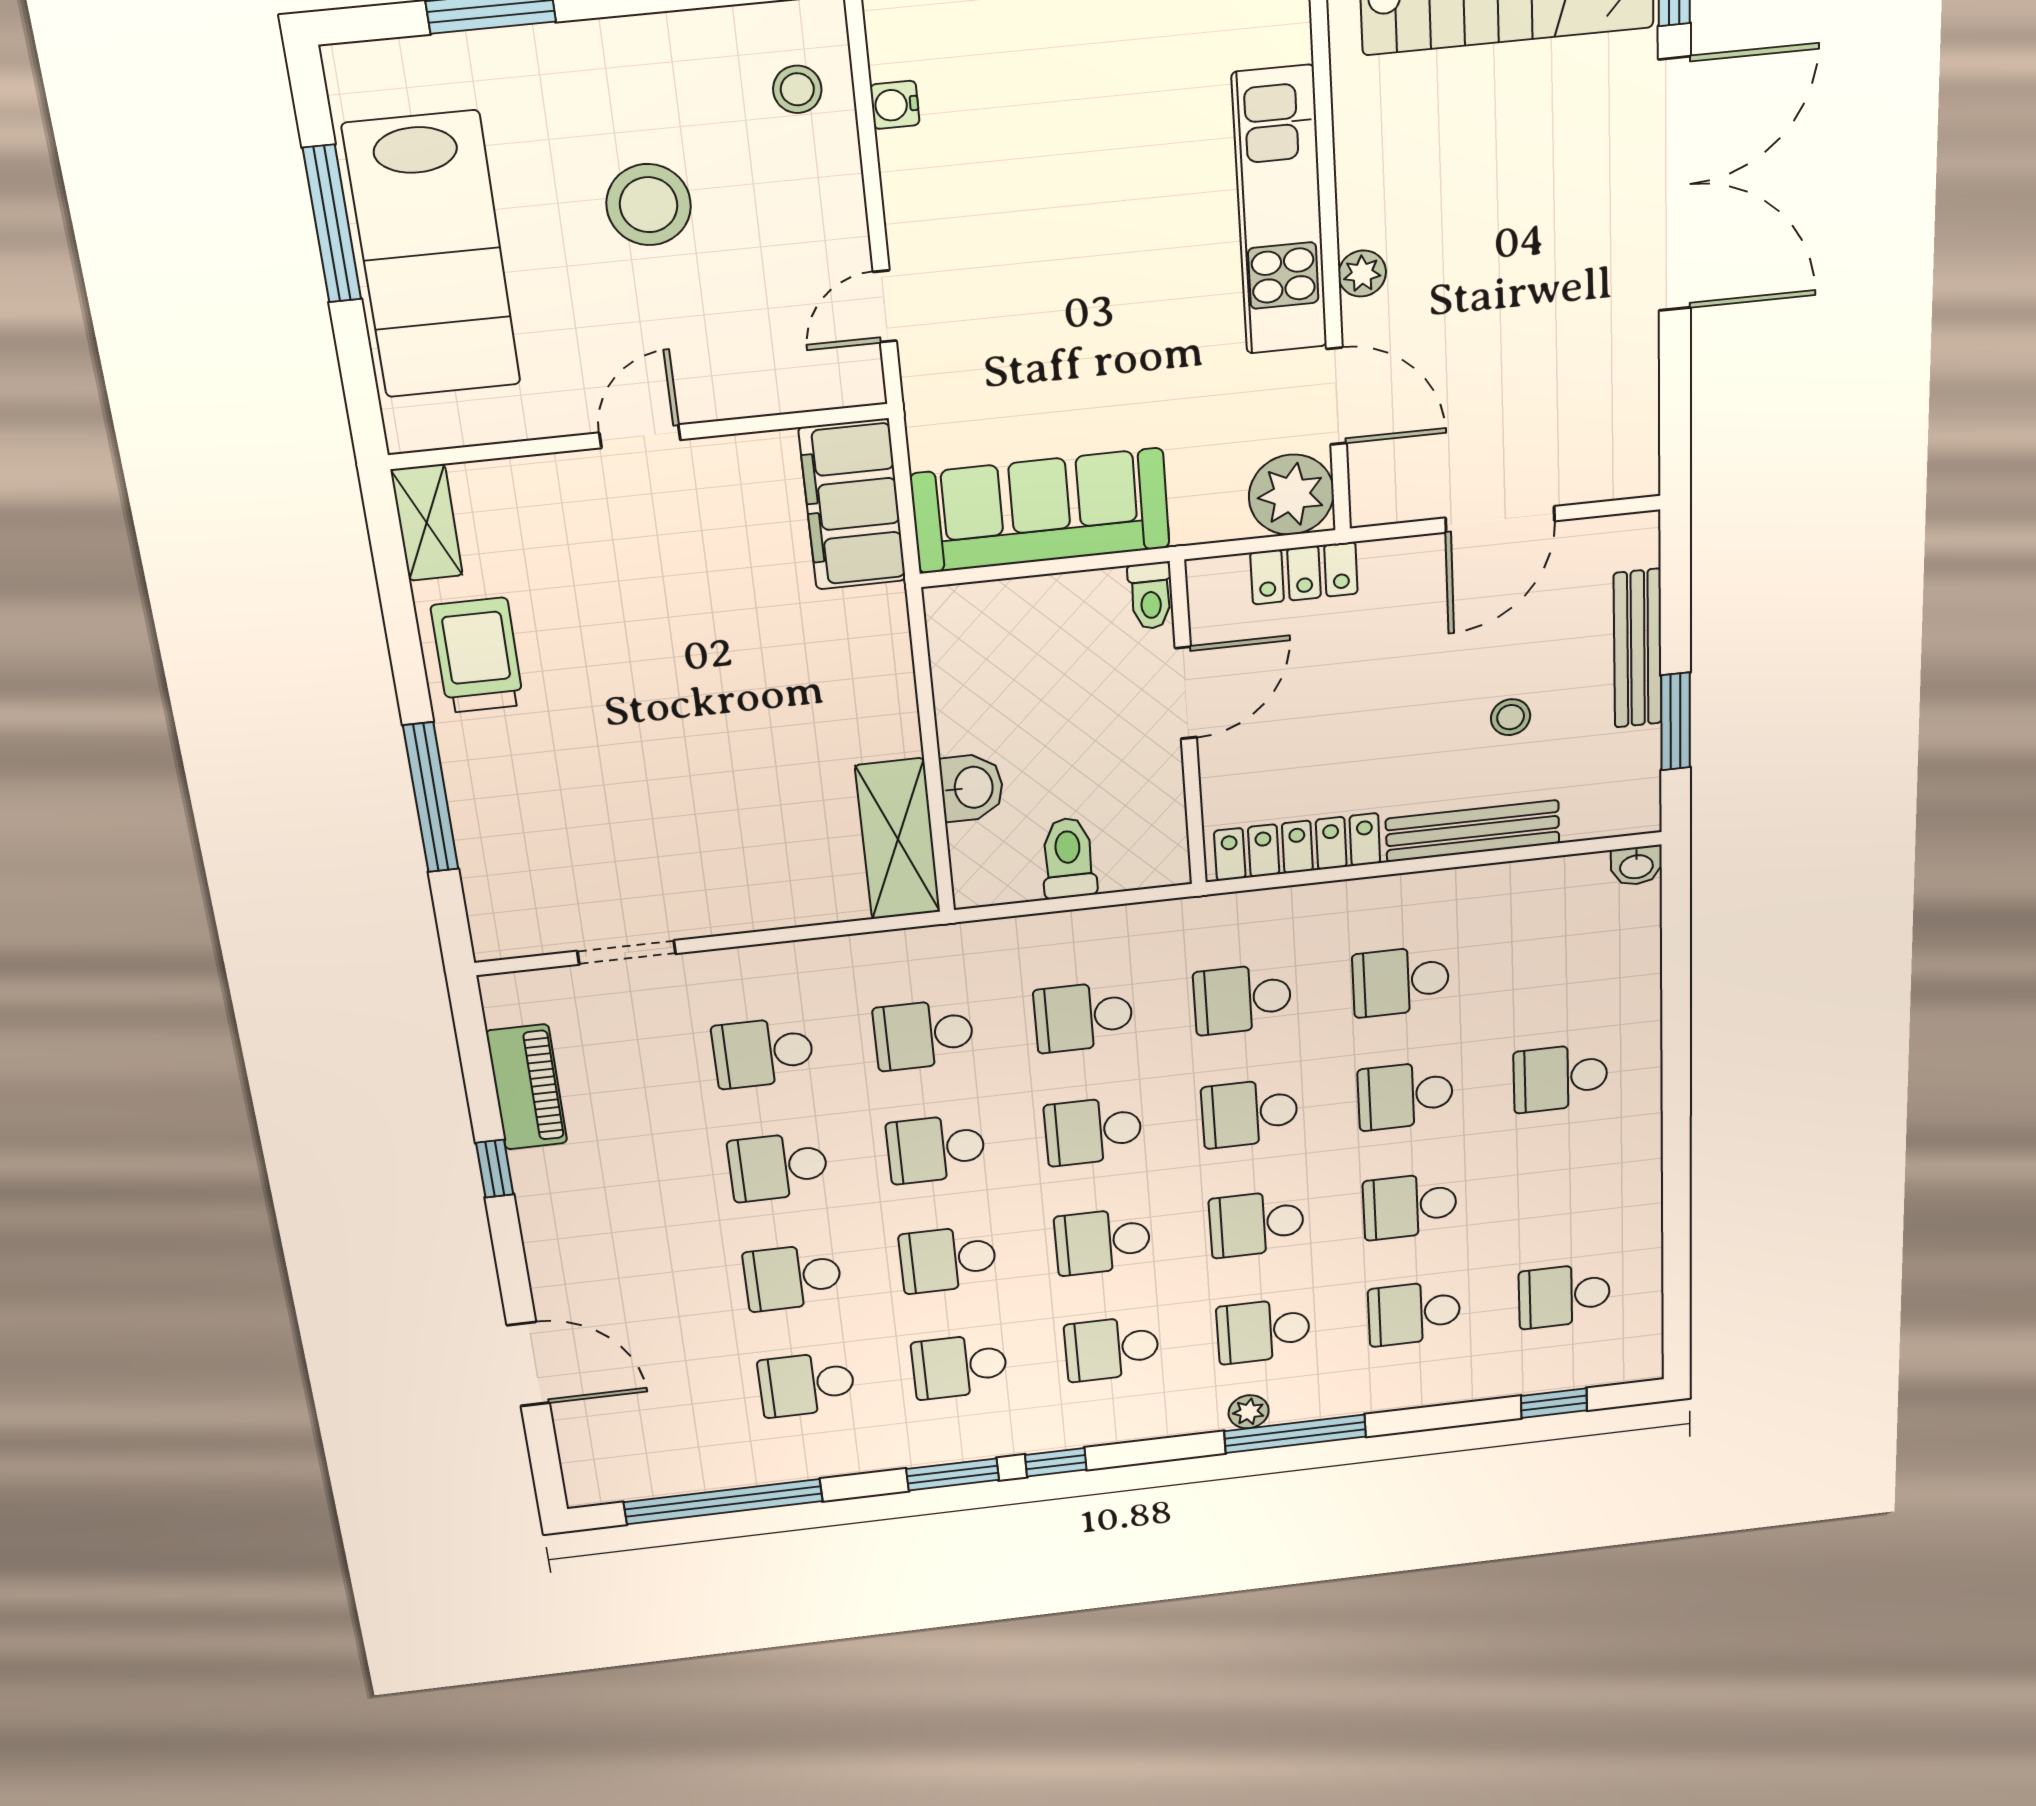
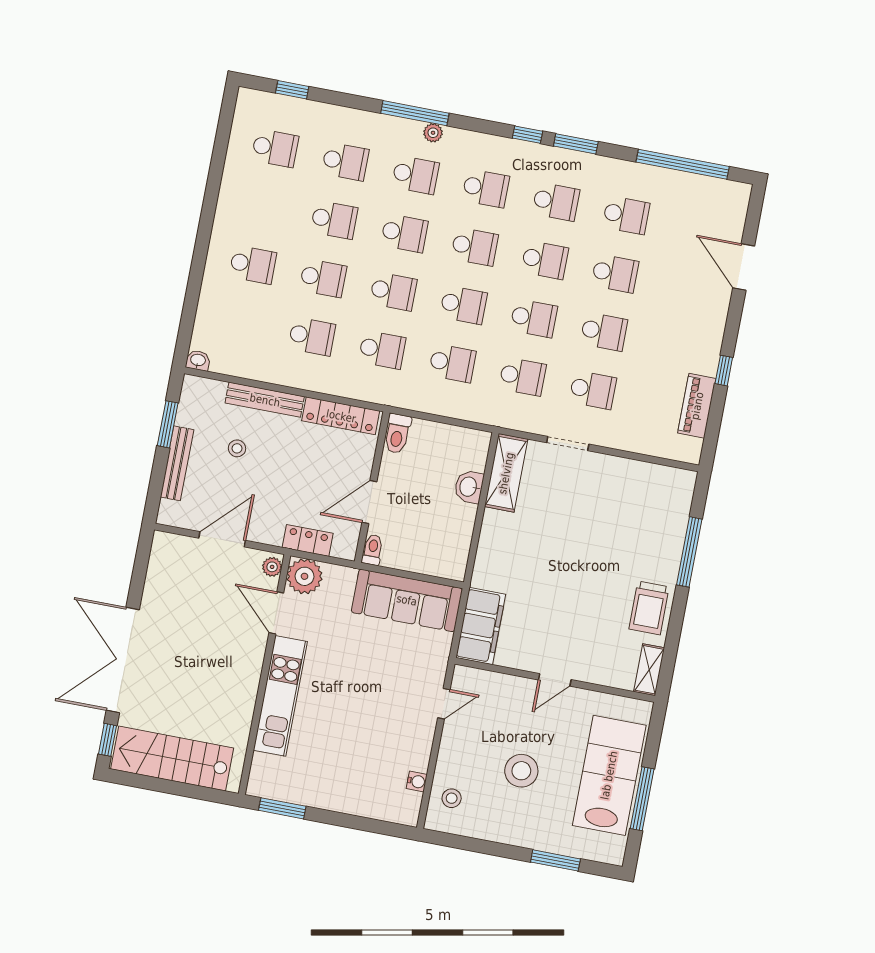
plant: (1362, 274) -> (272, 567), moved
toilet: (1068, 858) -> (397, 434), moved
doorway: (627, 952) -> (568, 443), moved

